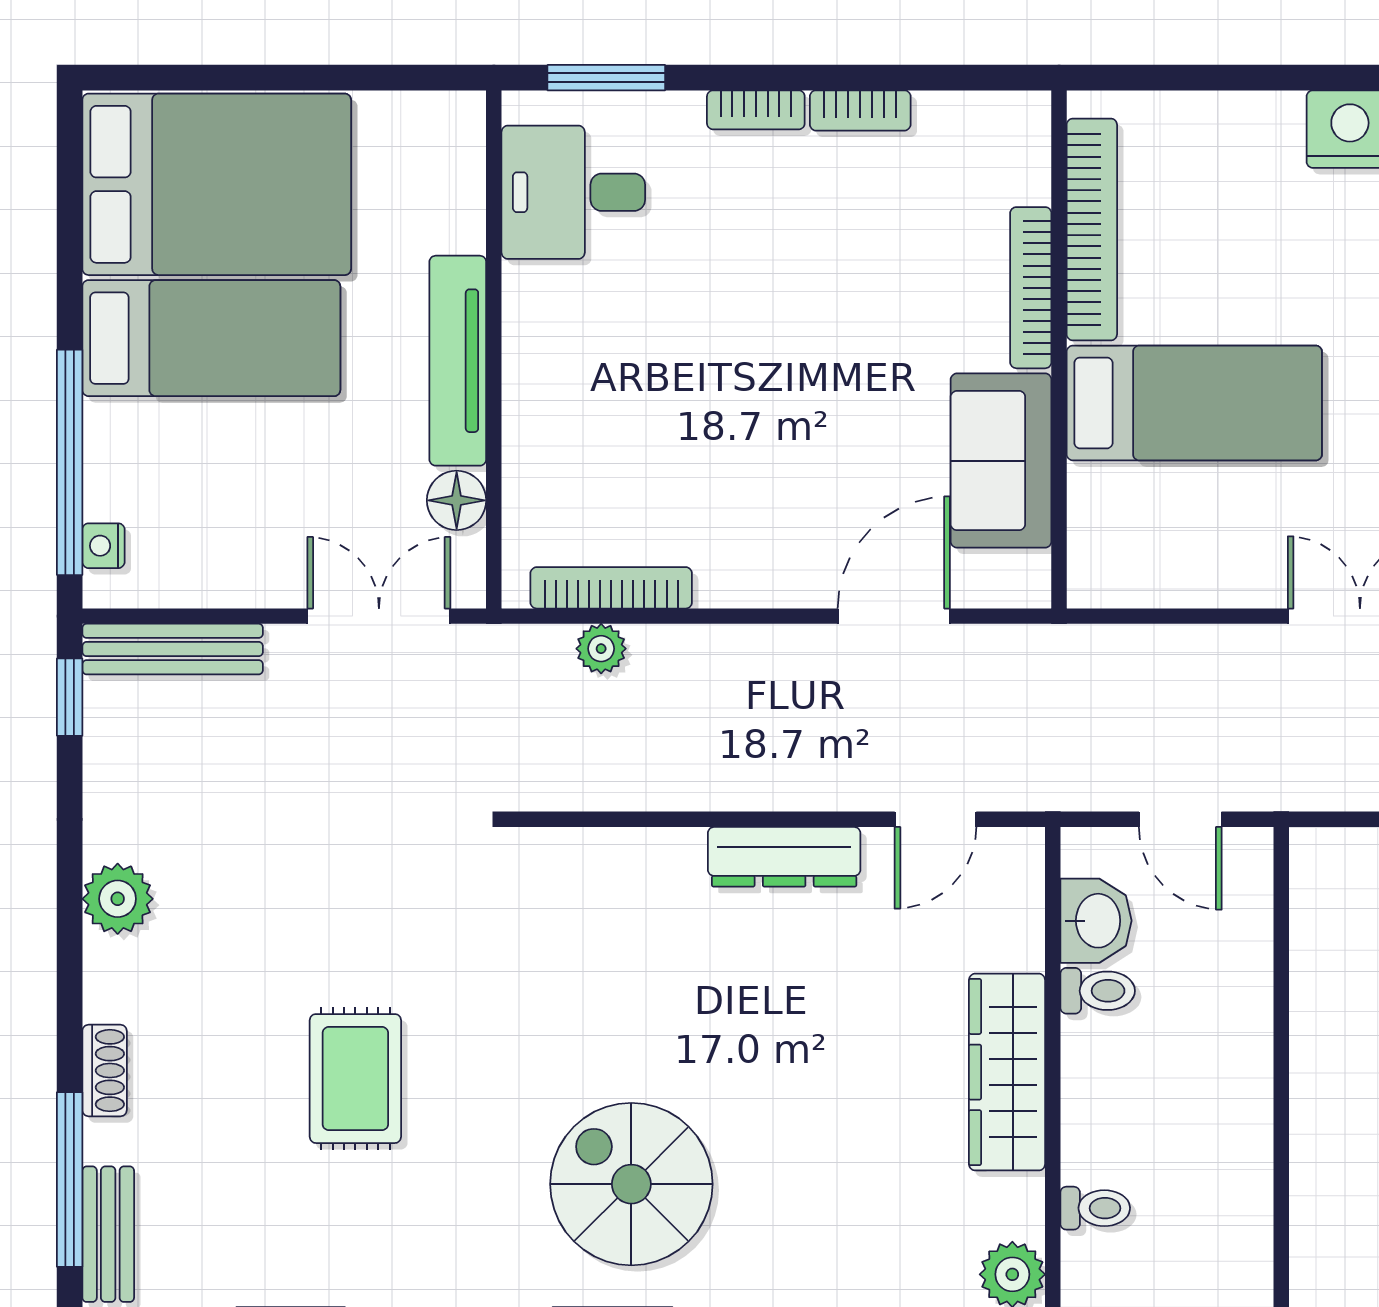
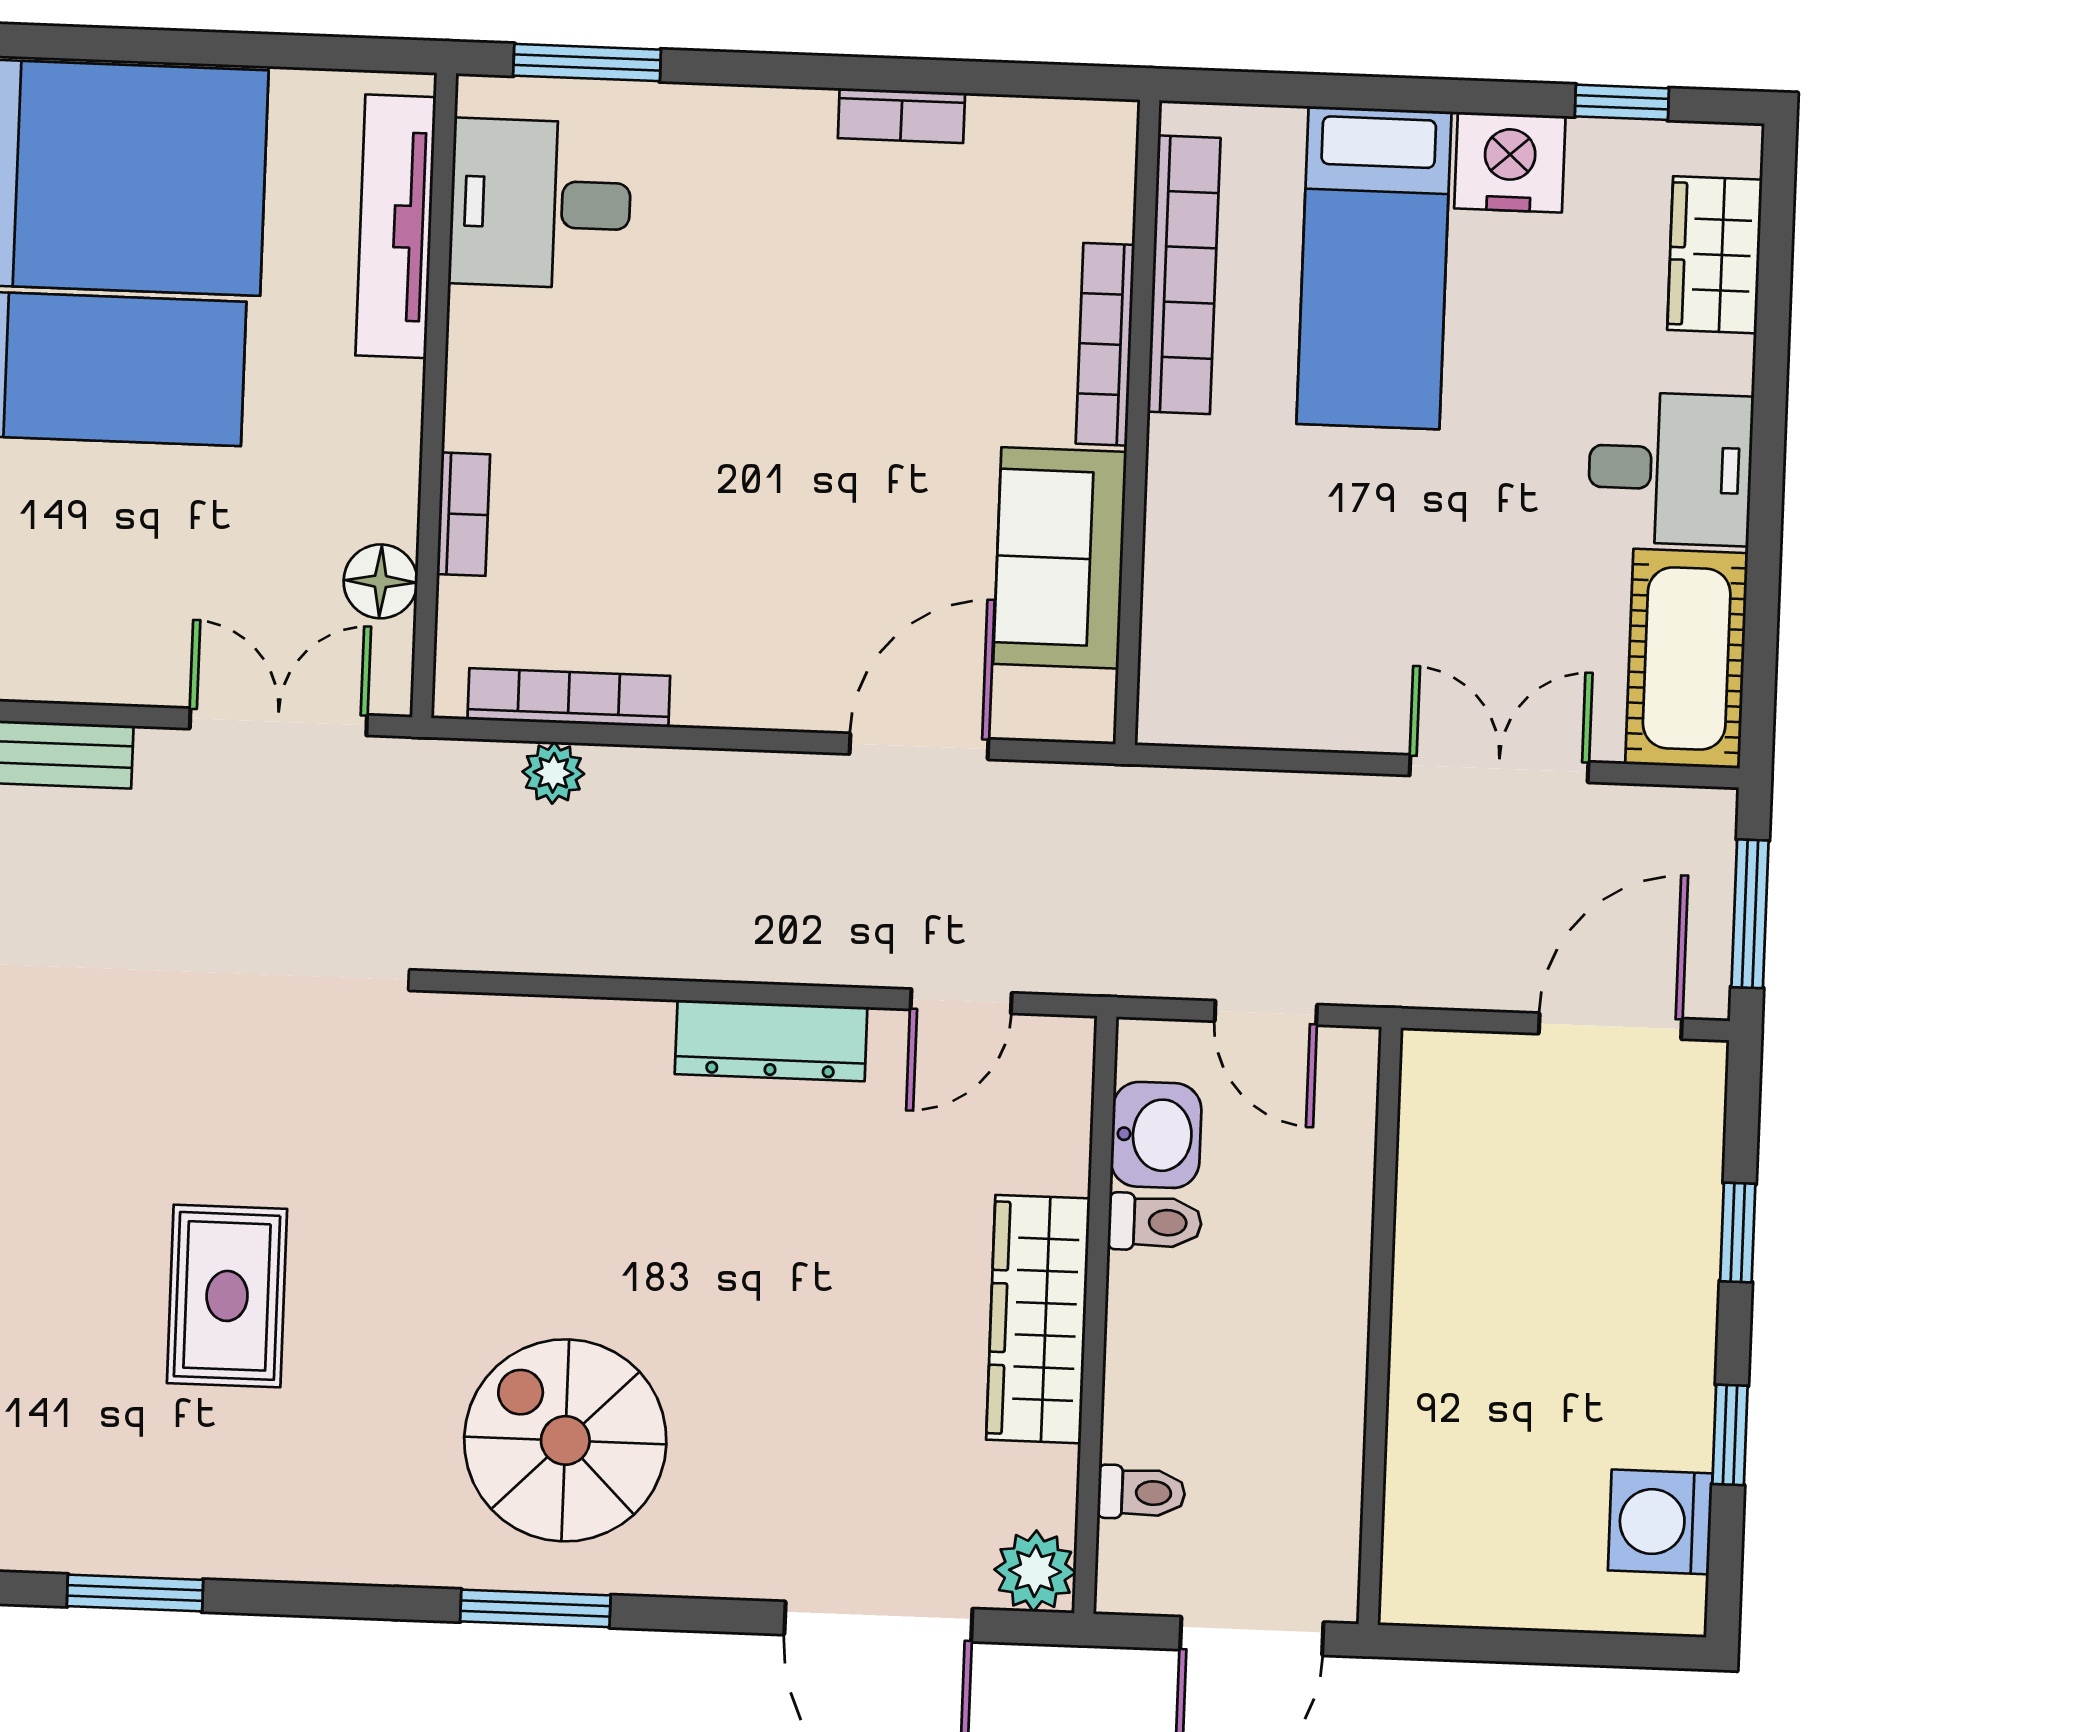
bookcase: (756, 110) -> (463, 514), moved, turned -90
tv unit: (458, 361) -> (396, 226), moved
bed: (1194, 403) -> (1374, 268), moved, turned 90

